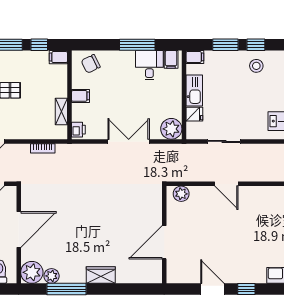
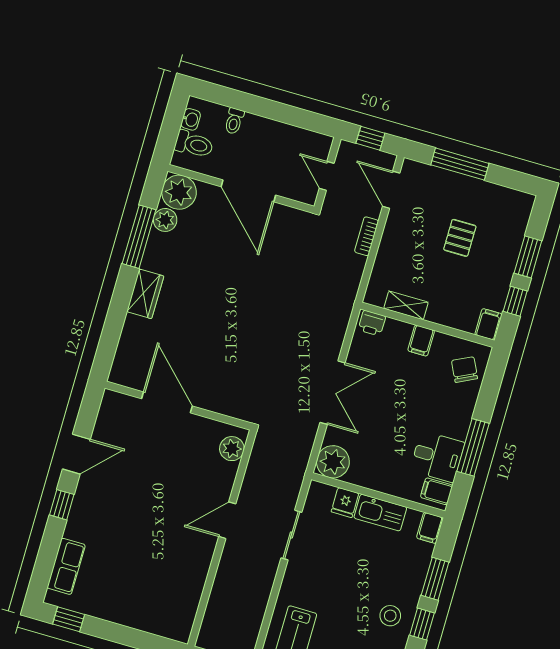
bookcase: (43, 148) -> (366, 236), moved

